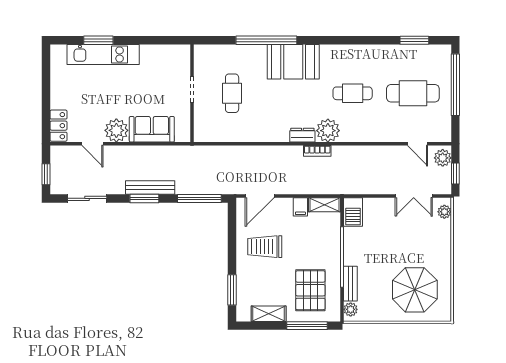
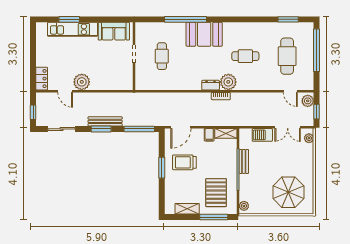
cafe table: (413, 93) -> (287, 56), turned 90
sofa: (152, 129) -> (114, 31), moved, turned 180
barbecue: (353, 212) -> (262, 135), moved, turned 90
bench: (350, 284) -> (244, 161), moved
window: (232, 290) -> (162, 168), moved

